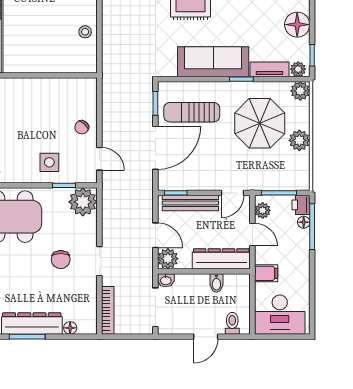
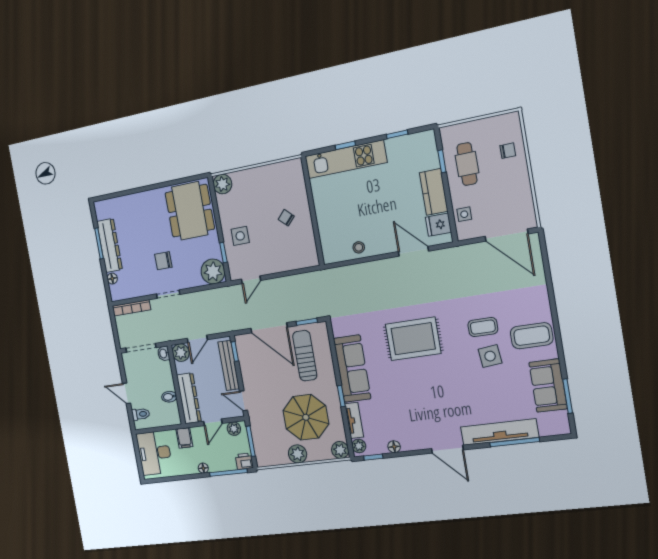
floor lamp: (297, 25) -> (394, 447), width x0.53, depth x0.53
chair: (82, 127) -> (286, 218), moved
floor lamp: (304, 222) -> (203, 468), moved

